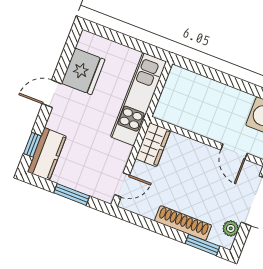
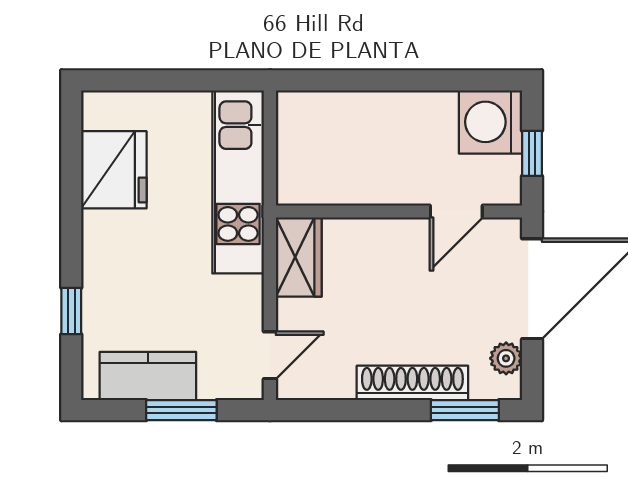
door: (52, 94) -> (71, 235), removed
window: (32, 145) -> (71, 311), moved
door: (234, 152) -> (456, 212), hinge flipped
kitchen counter: (47, 154) -> (148, 376), moved, turned -90

